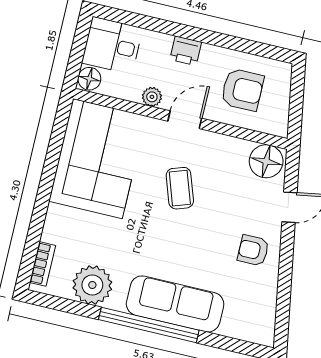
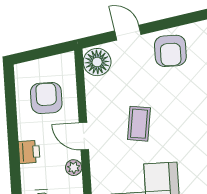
coffee table: (180, 188) -> (139, 124), turned -63
armchair: (253, 250) -> (170, 51), width x1.38, depth x1.38

